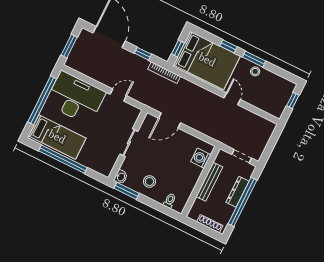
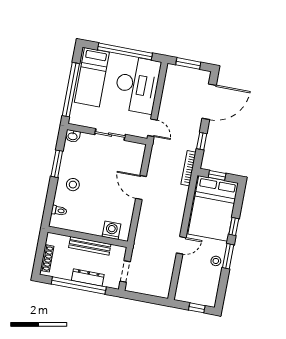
sliding door: (129, 143) -> (110, 135), moved
wall: (128, 145) -> (107, 134), moved
washbasin: (121, 177) -> (73, 136), moved

